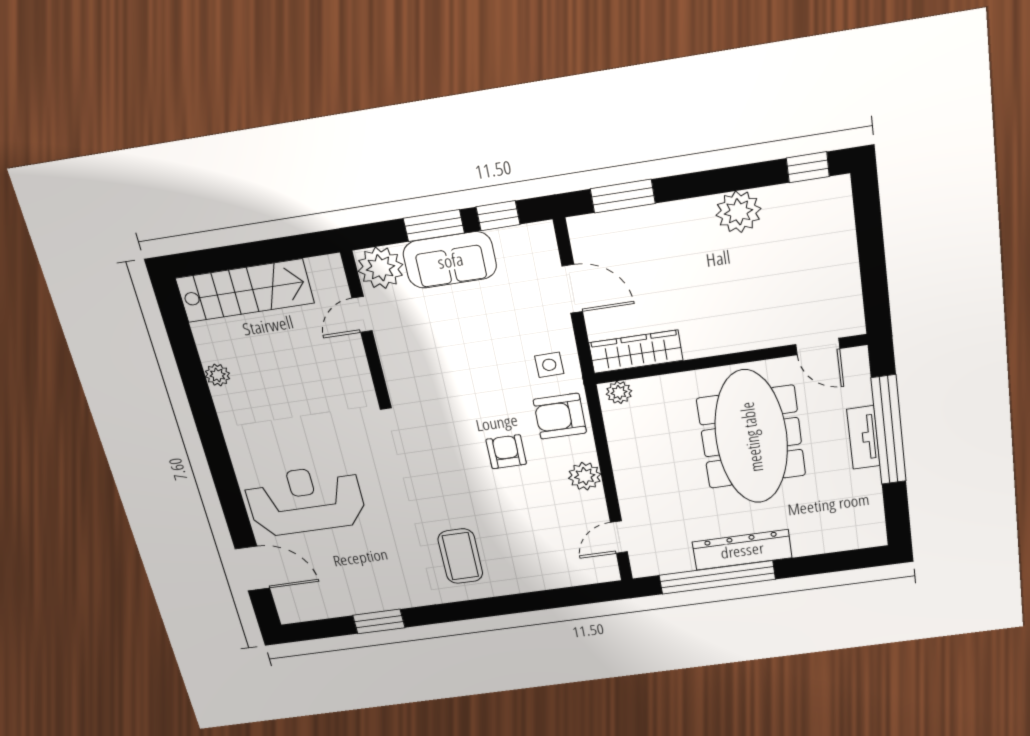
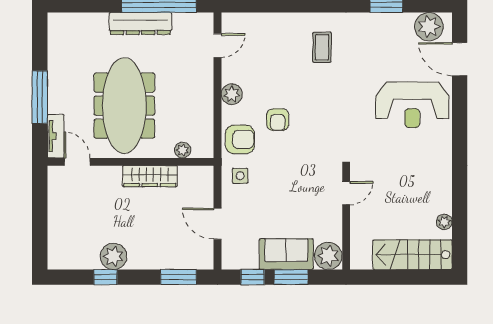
window: (808, 167) -> (106, 277), moved
door: (362, 314) -> (346, 193), moved
wardrobe: (636, 352) -> (150, 176), moved
plant: (218, 375) -> (444, 222), moved
plant: (619, 392) -> (183, 150), moved
window: (889, 430) -> (40, 97), width x0.68
tv unit: (863, 438) -> (56, 136), moved
coffee table: (460, 556) -> (322, 47), width x0.73, depth x0.77
plant: (310, 603) -> (429, 27), added

